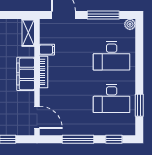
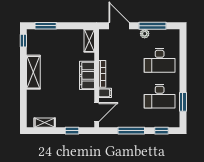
plant: (130, 24) -> (145, 34), moved
filing cabinet: (47, 50) -> (105, 93), moved
door: (37, 117) -> (97, 112), hinge flipped

